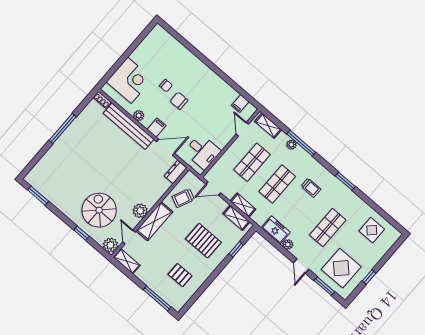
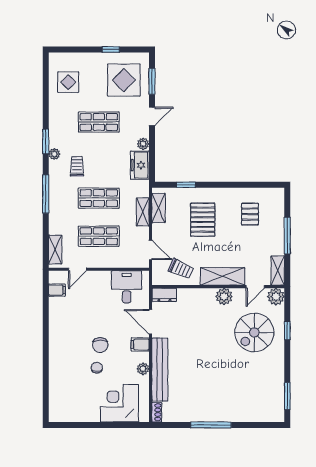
window: (301, 143) -> (46, 194), moved
plant: (291, 145) -> (54, 154), moved
window: (157, 298) -> (287, 235), moved

